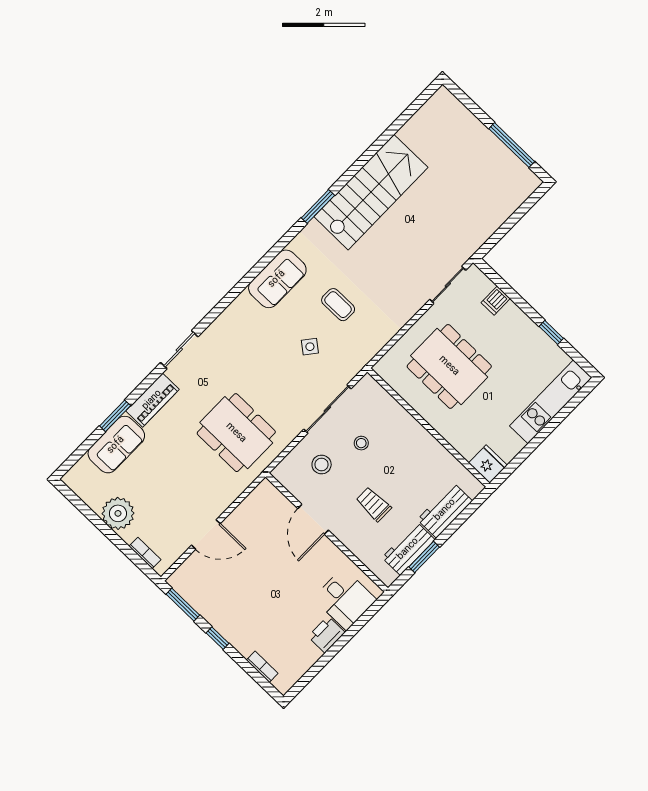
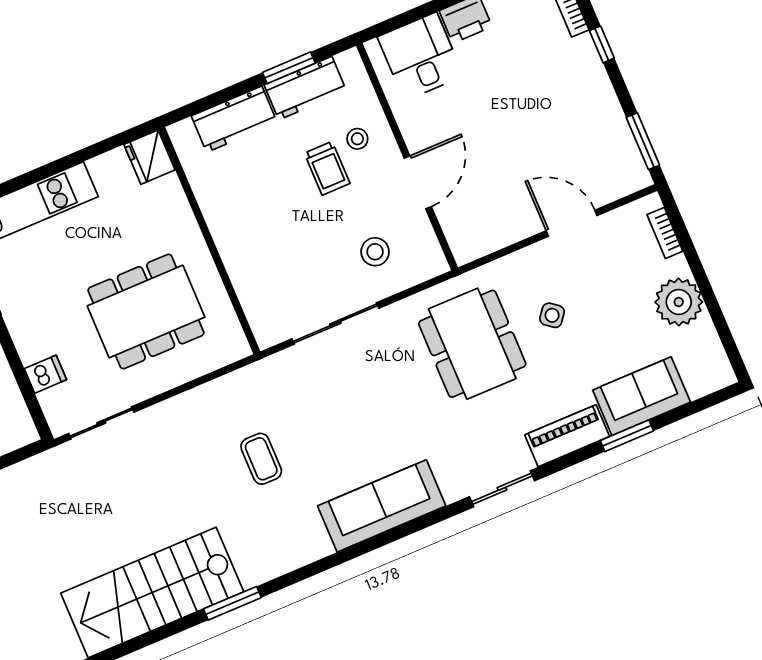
sofa: (277, 279) -> (382, 506), moved, width x1.36
side table: (310, 347) -> (552, 315), moved
dining table: (449, 366) -> (146, 312), turned 90
stool: (361, 443) -> (357, 139), moved
window: (218, 638) -> (602, 44), moved

